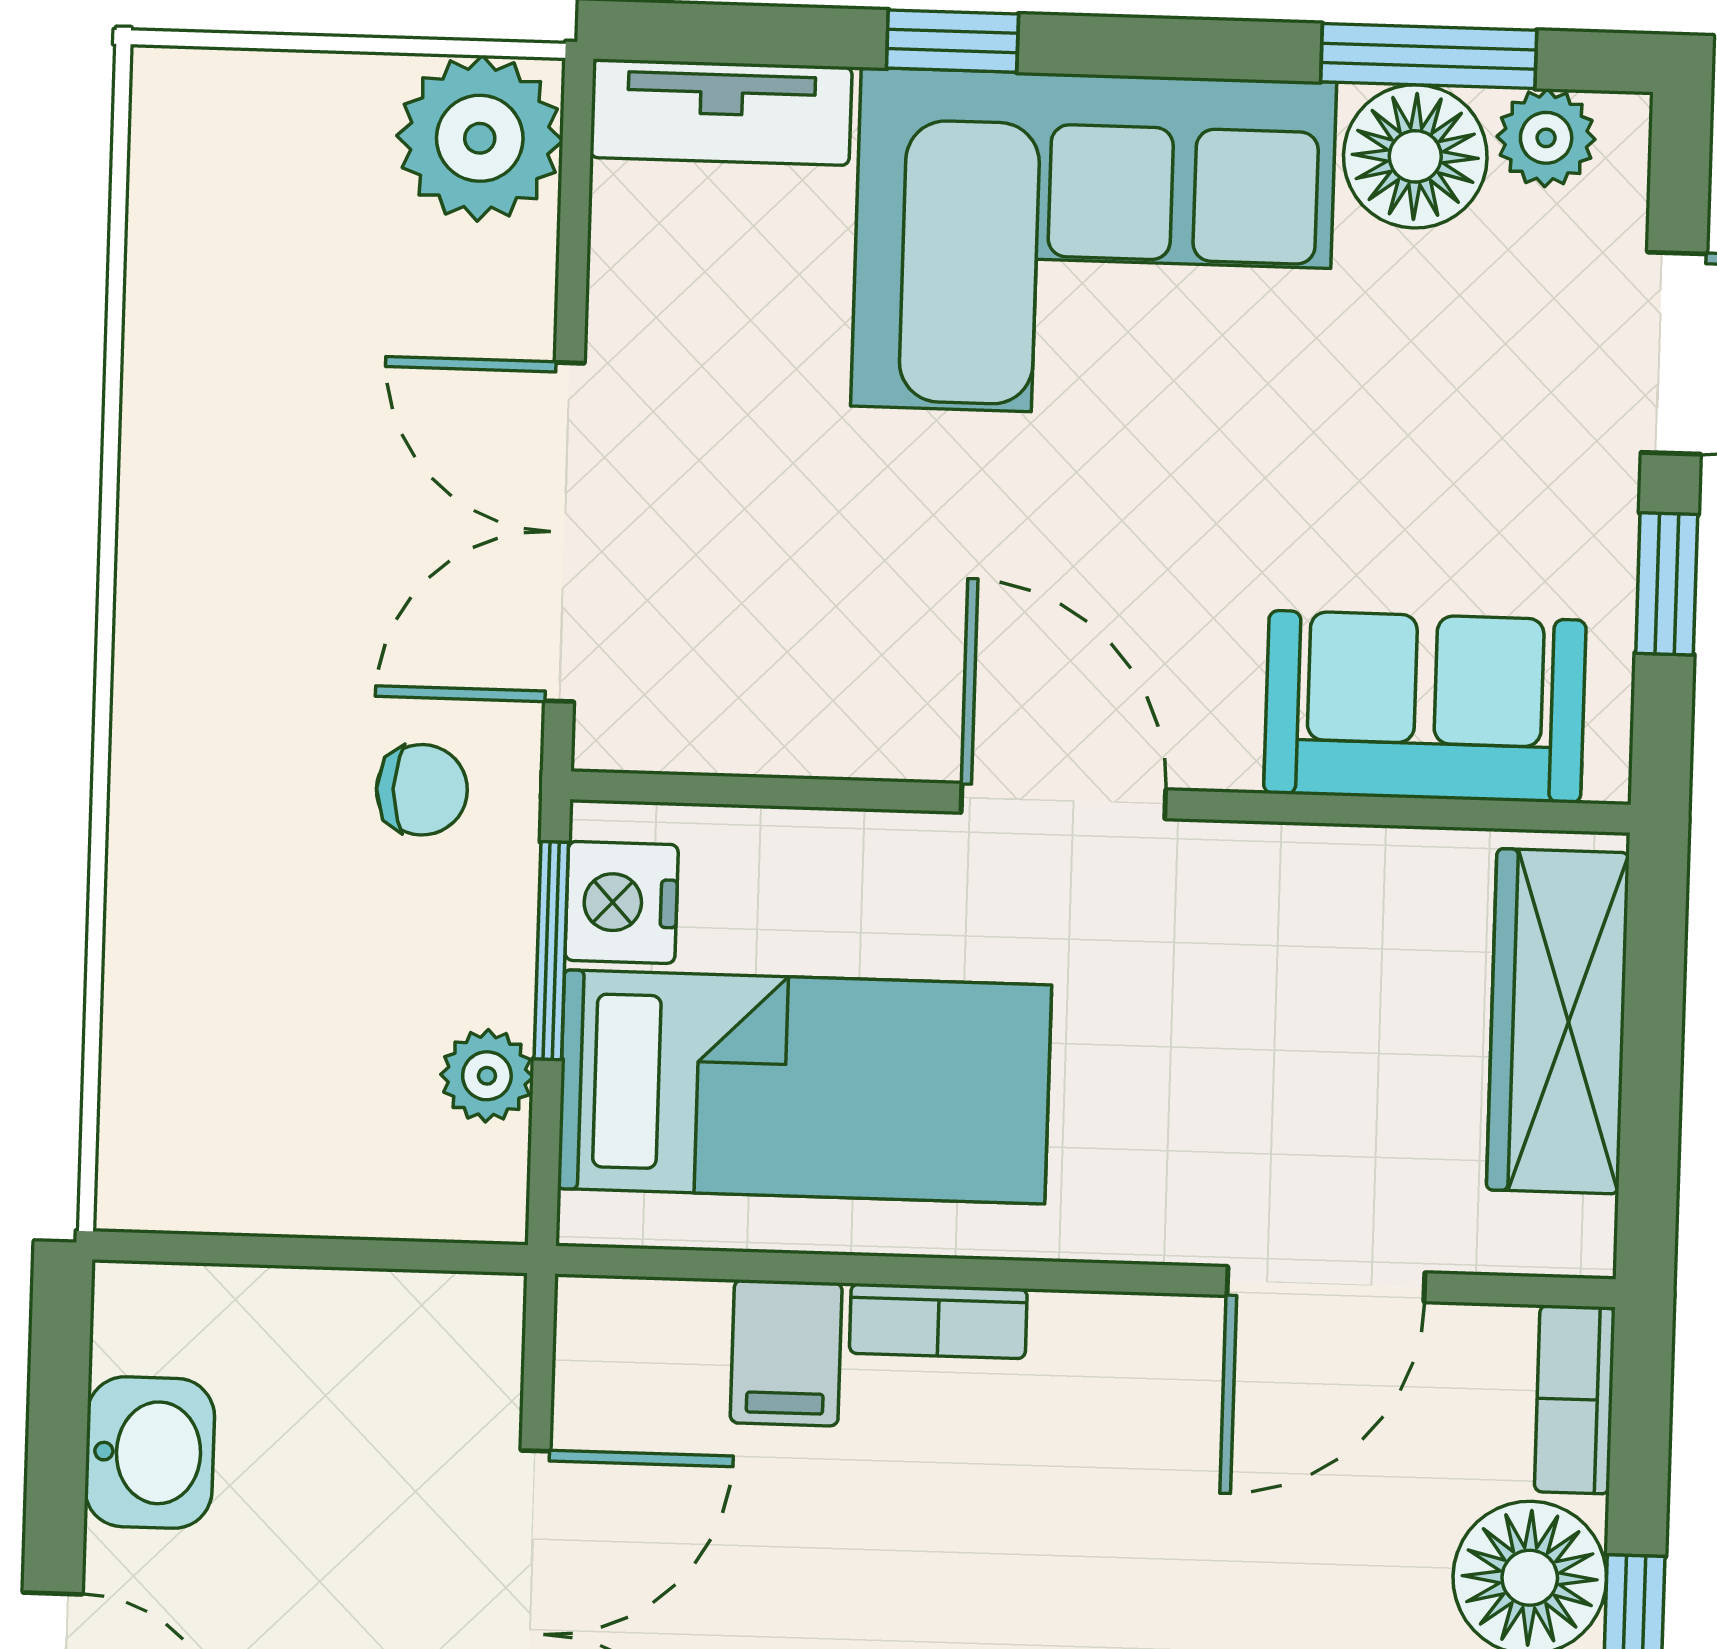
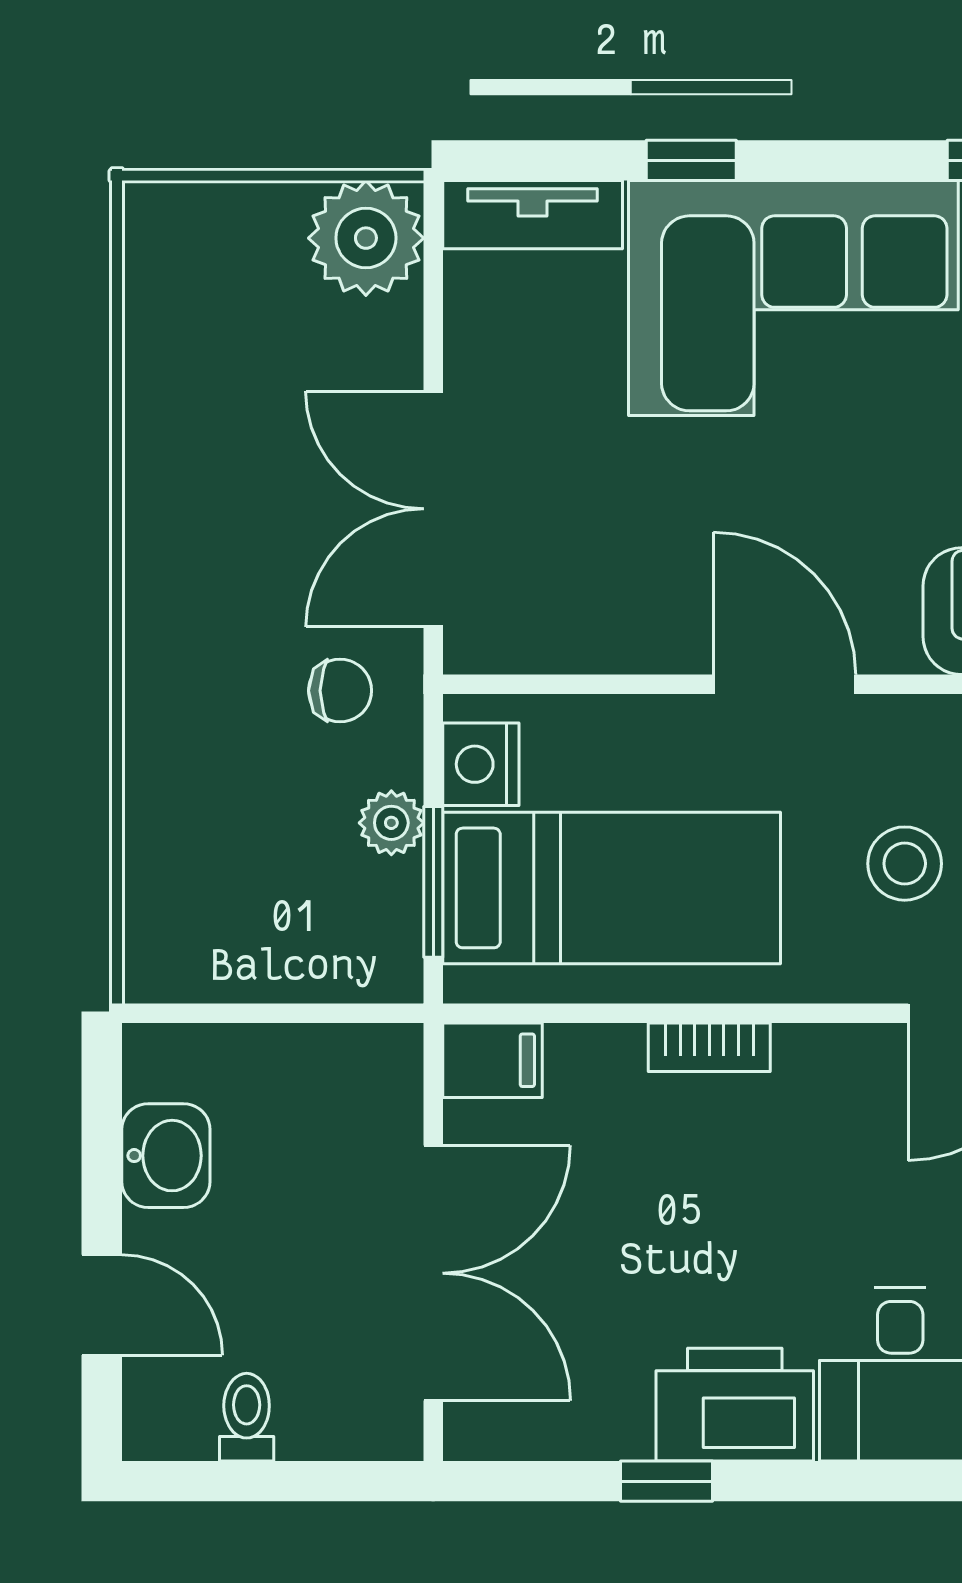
window: (551, 951) -> (433, 882), moved
stool: (1228, 1065) -> (905, 864), added
plant: (487, 1076) -> (391, 823), moved
filing cabinet: (786, 1353) -> (493, 1060), moved, turned -90

